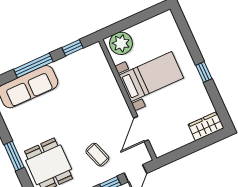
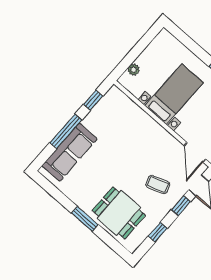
plant: (121, 43) -> (134, 70), width x0.53, depth x0.53
door: (141, 129) -> (195, 152), moved

